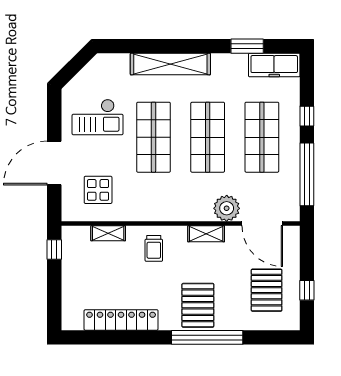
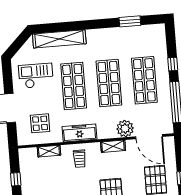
shelving: (170, 64) -> (59, 39), moved
freezer: (274, 65) -> (79, 133), moved, turned 180
checkout: (98, 117) -> (36, 76), turned 180
window: (54, 249) -> (16, 179), moved

